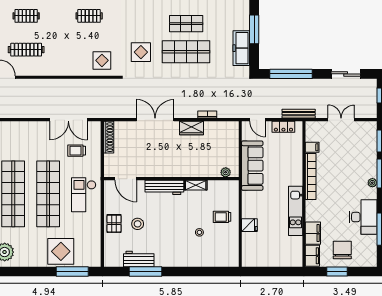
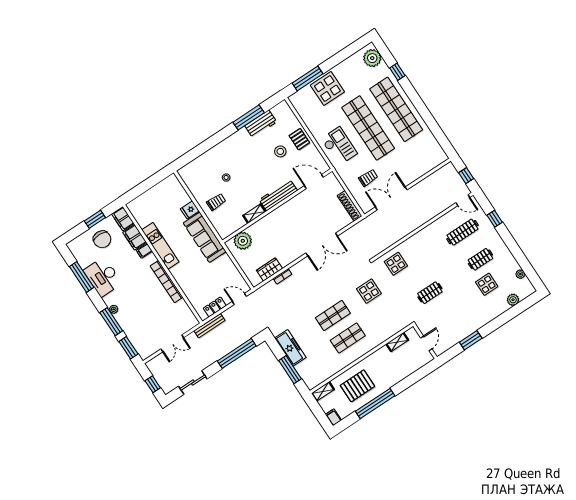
shop shelf: (186, 52) -> (333, 315), width x0.70, depth x0.74
wardrobe: (191, 128) -> (269, 269), moved
filing cabinet: (312, 147) -> (144, 251), moved
sofa: (252, 166) -> (205, 237), moved
plant: (226, 172) -> (243, 241), width x1.87, depth x1.87

